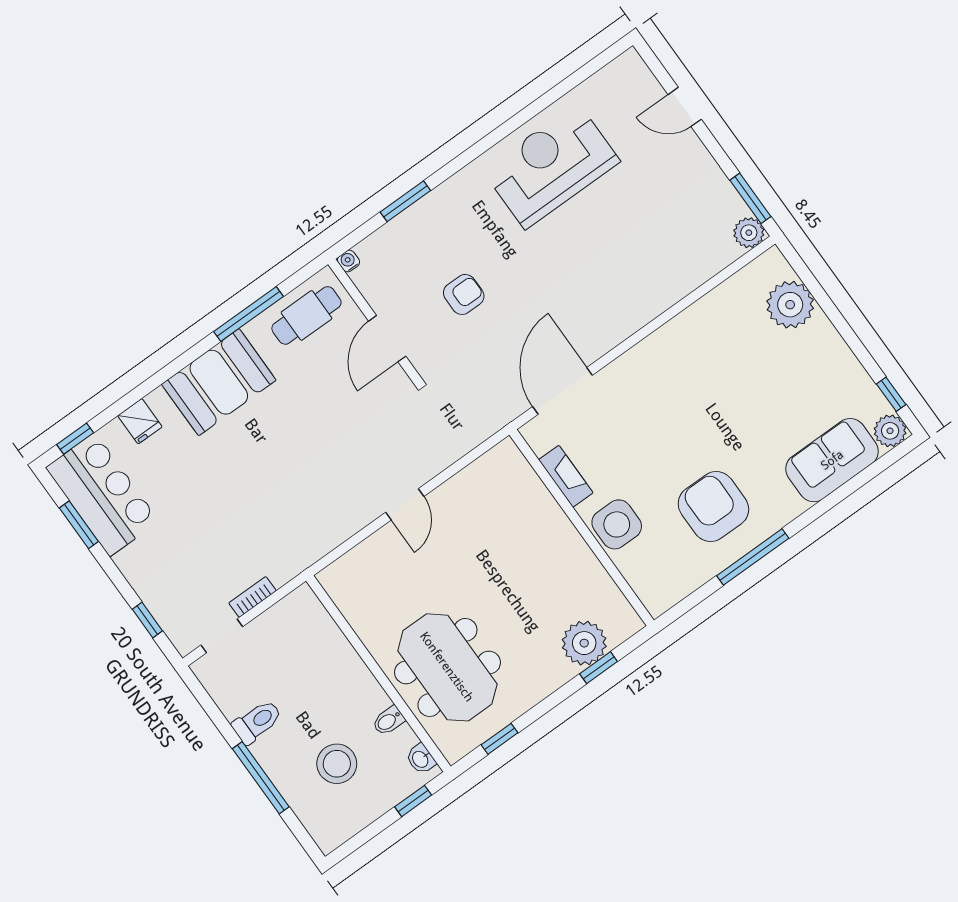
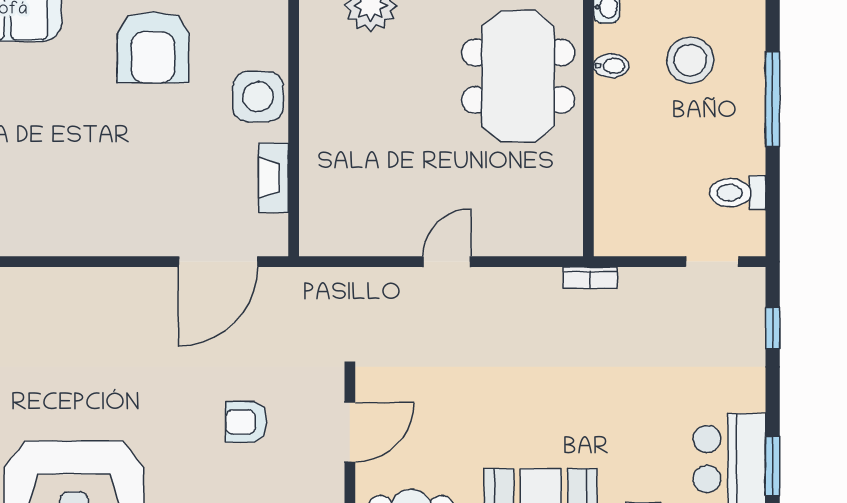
bookcase: (252, 597) -> (590, 278), moved
toilet: (257, 722) -> (738, 193), moved

